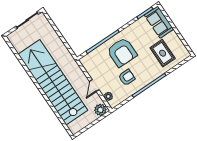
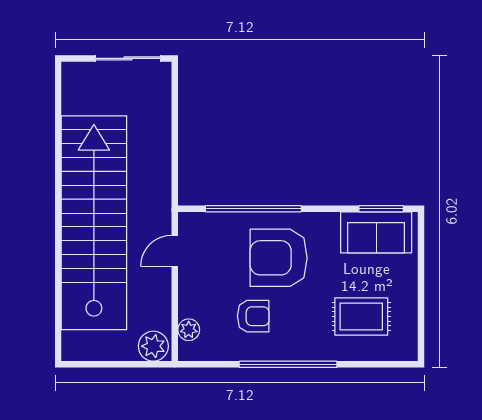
sofa: (159, 22) -> (376, 232), moved, turned -90
armchair: (122, 52) -> (279, 258), turned 90
rug: (163, 53) -> (361, 317), turned 90
door: (94, 86) -> (175, 251), moved

